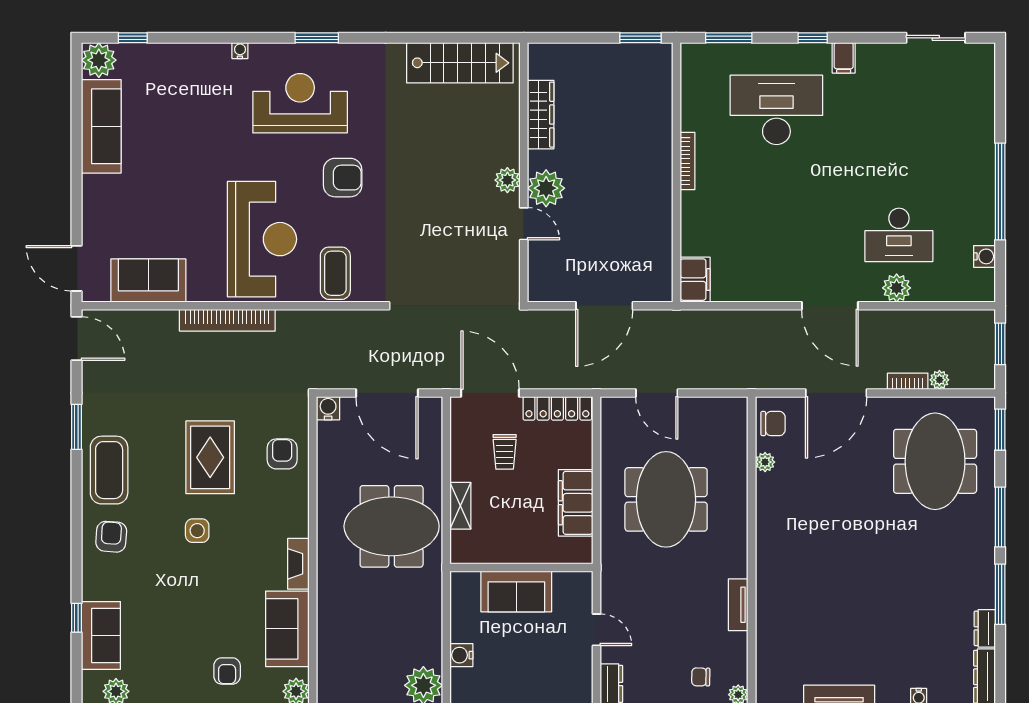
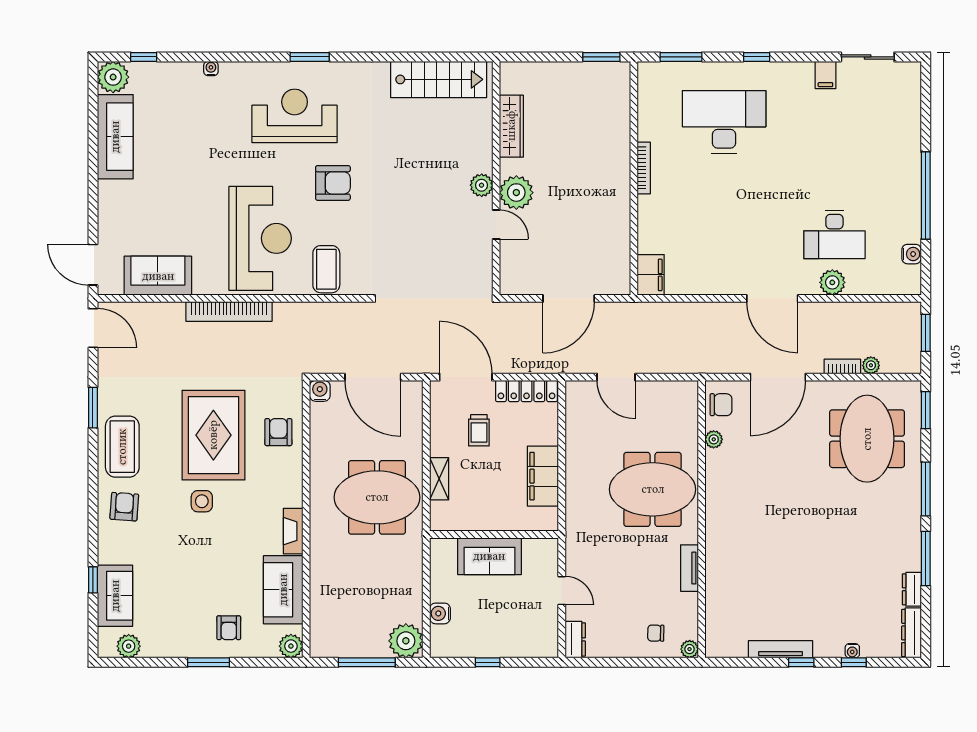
water cooler: (240, 51) -> (211, 68), moved
filing cabinet: (844, 58) -> (825, 75), moved
rug: (210, 457) -> (213, 435), width x1.37, depth x1.44
meeting table: (666, 499) -> (653, 489), moved, turned 90

